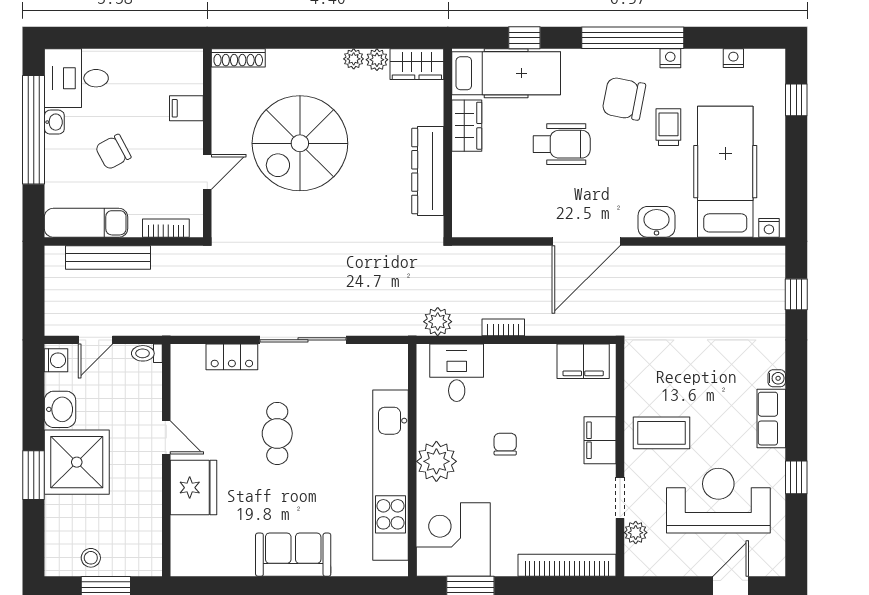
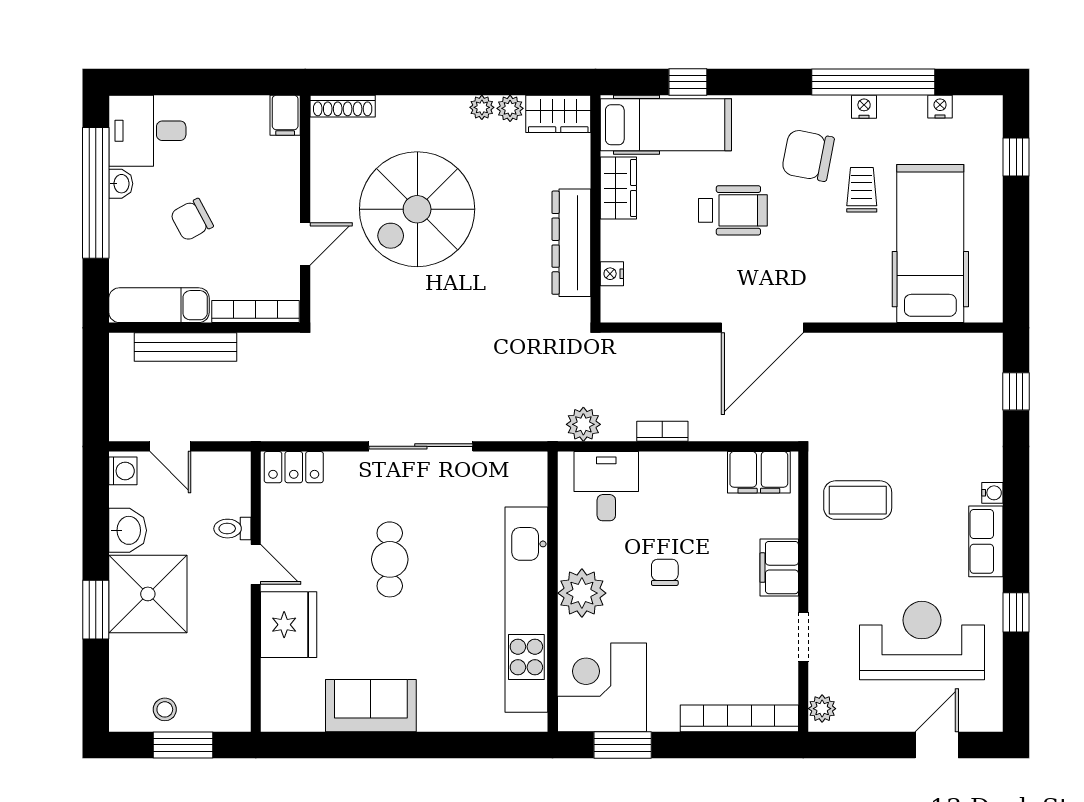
window: (633, 38) -> (873, 82), moved
filing cabinet: (186, 108) -> (285, 115), moved, turned -90
washbasin: (656, 222) -> (847, 304), removed
bookcase: (166, 228) -> (255, 312), width x1.56
nightstand: (769, 228) -> (612, 274), moved, turned 90
door: (95, 340) -> (170, 446), hinge flipped
toilet: (147, 353) -> (232, 529), moved
locker: (232, 357) -> (294, 467), moved
coffee table: (661, 433) -> (858, 500), moved
plant: (636, 533) -> (822, 709), moved
sofa: (293, 555) -> (371, 706), moved

